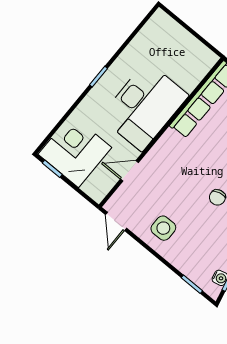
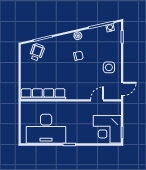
desk: (144, 106) -> (46, 129), moved, turned 180
door: (129, 171) -> (97, 100), swing flipped

